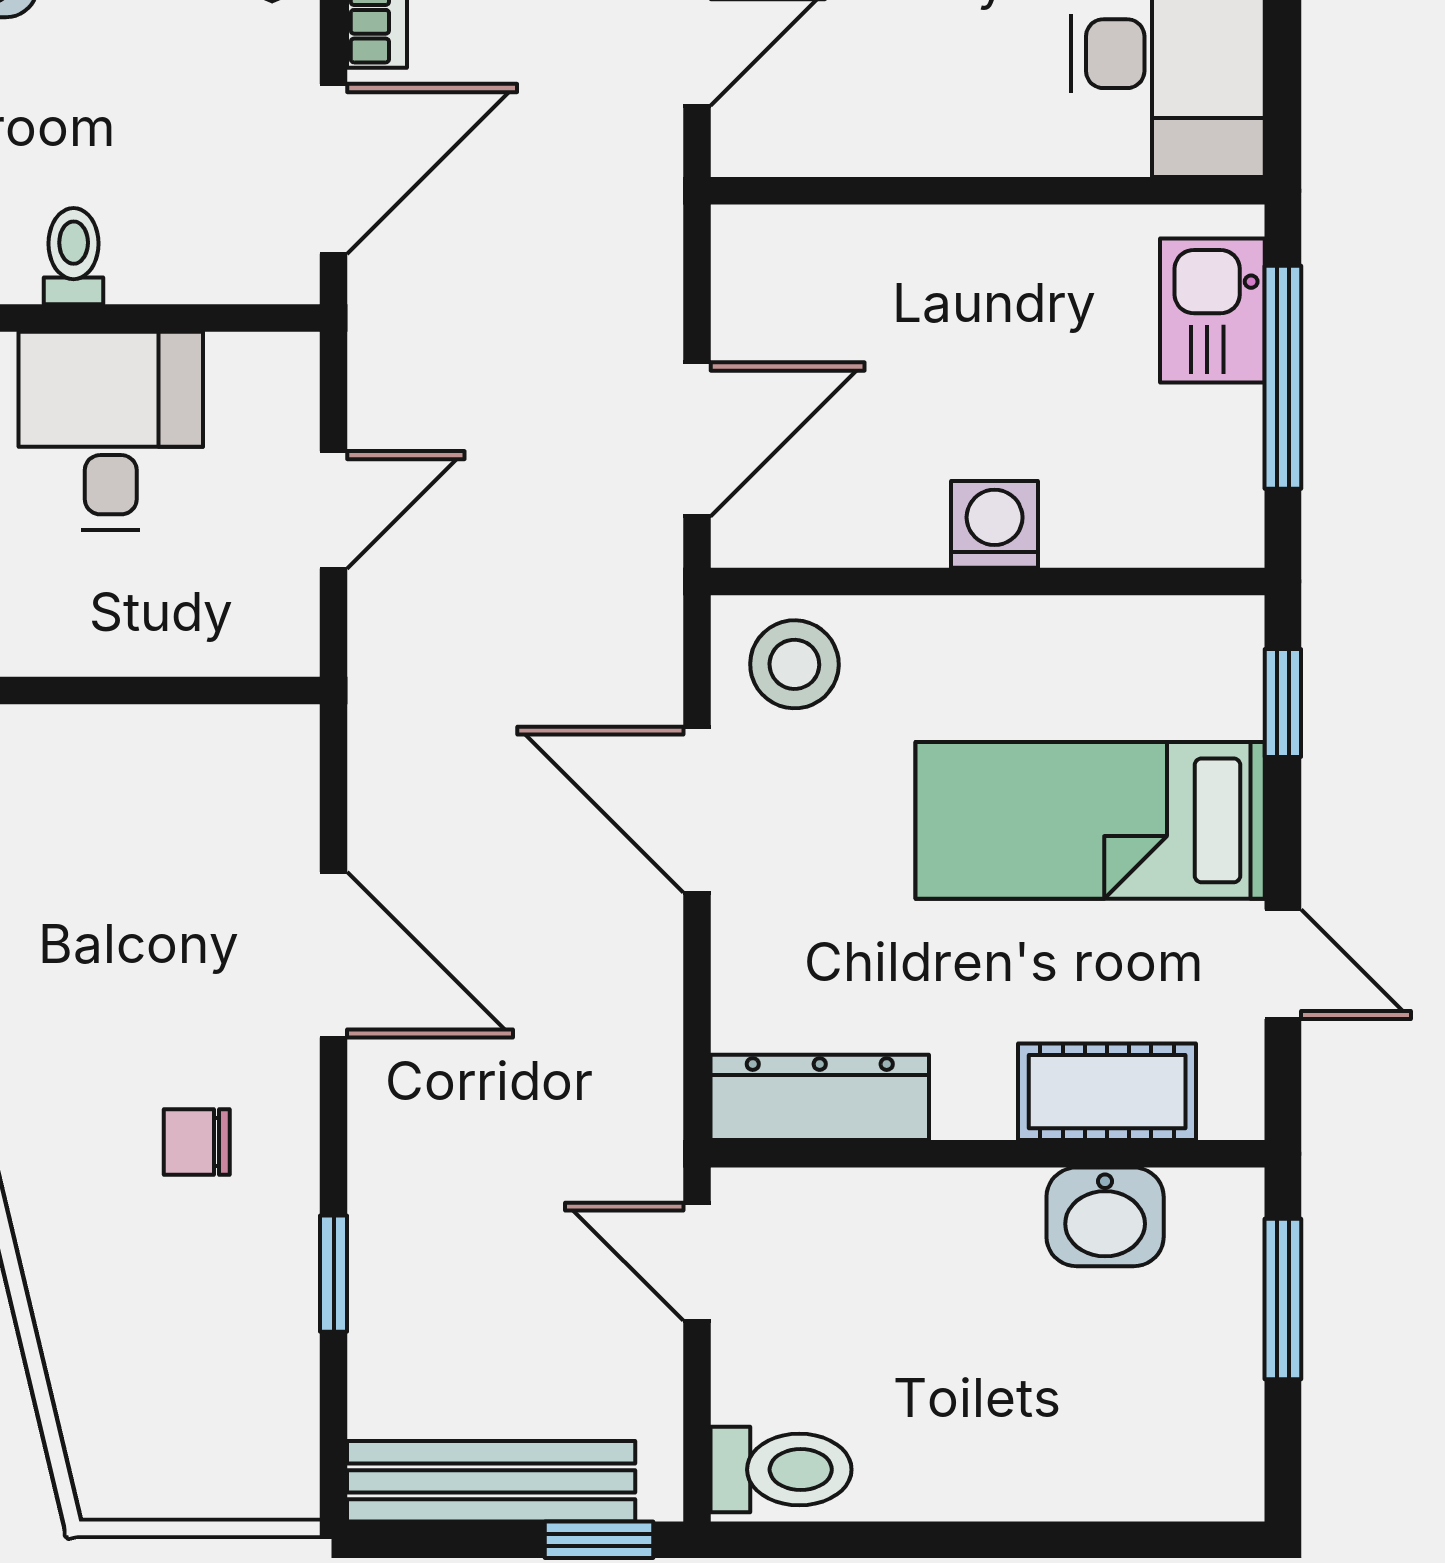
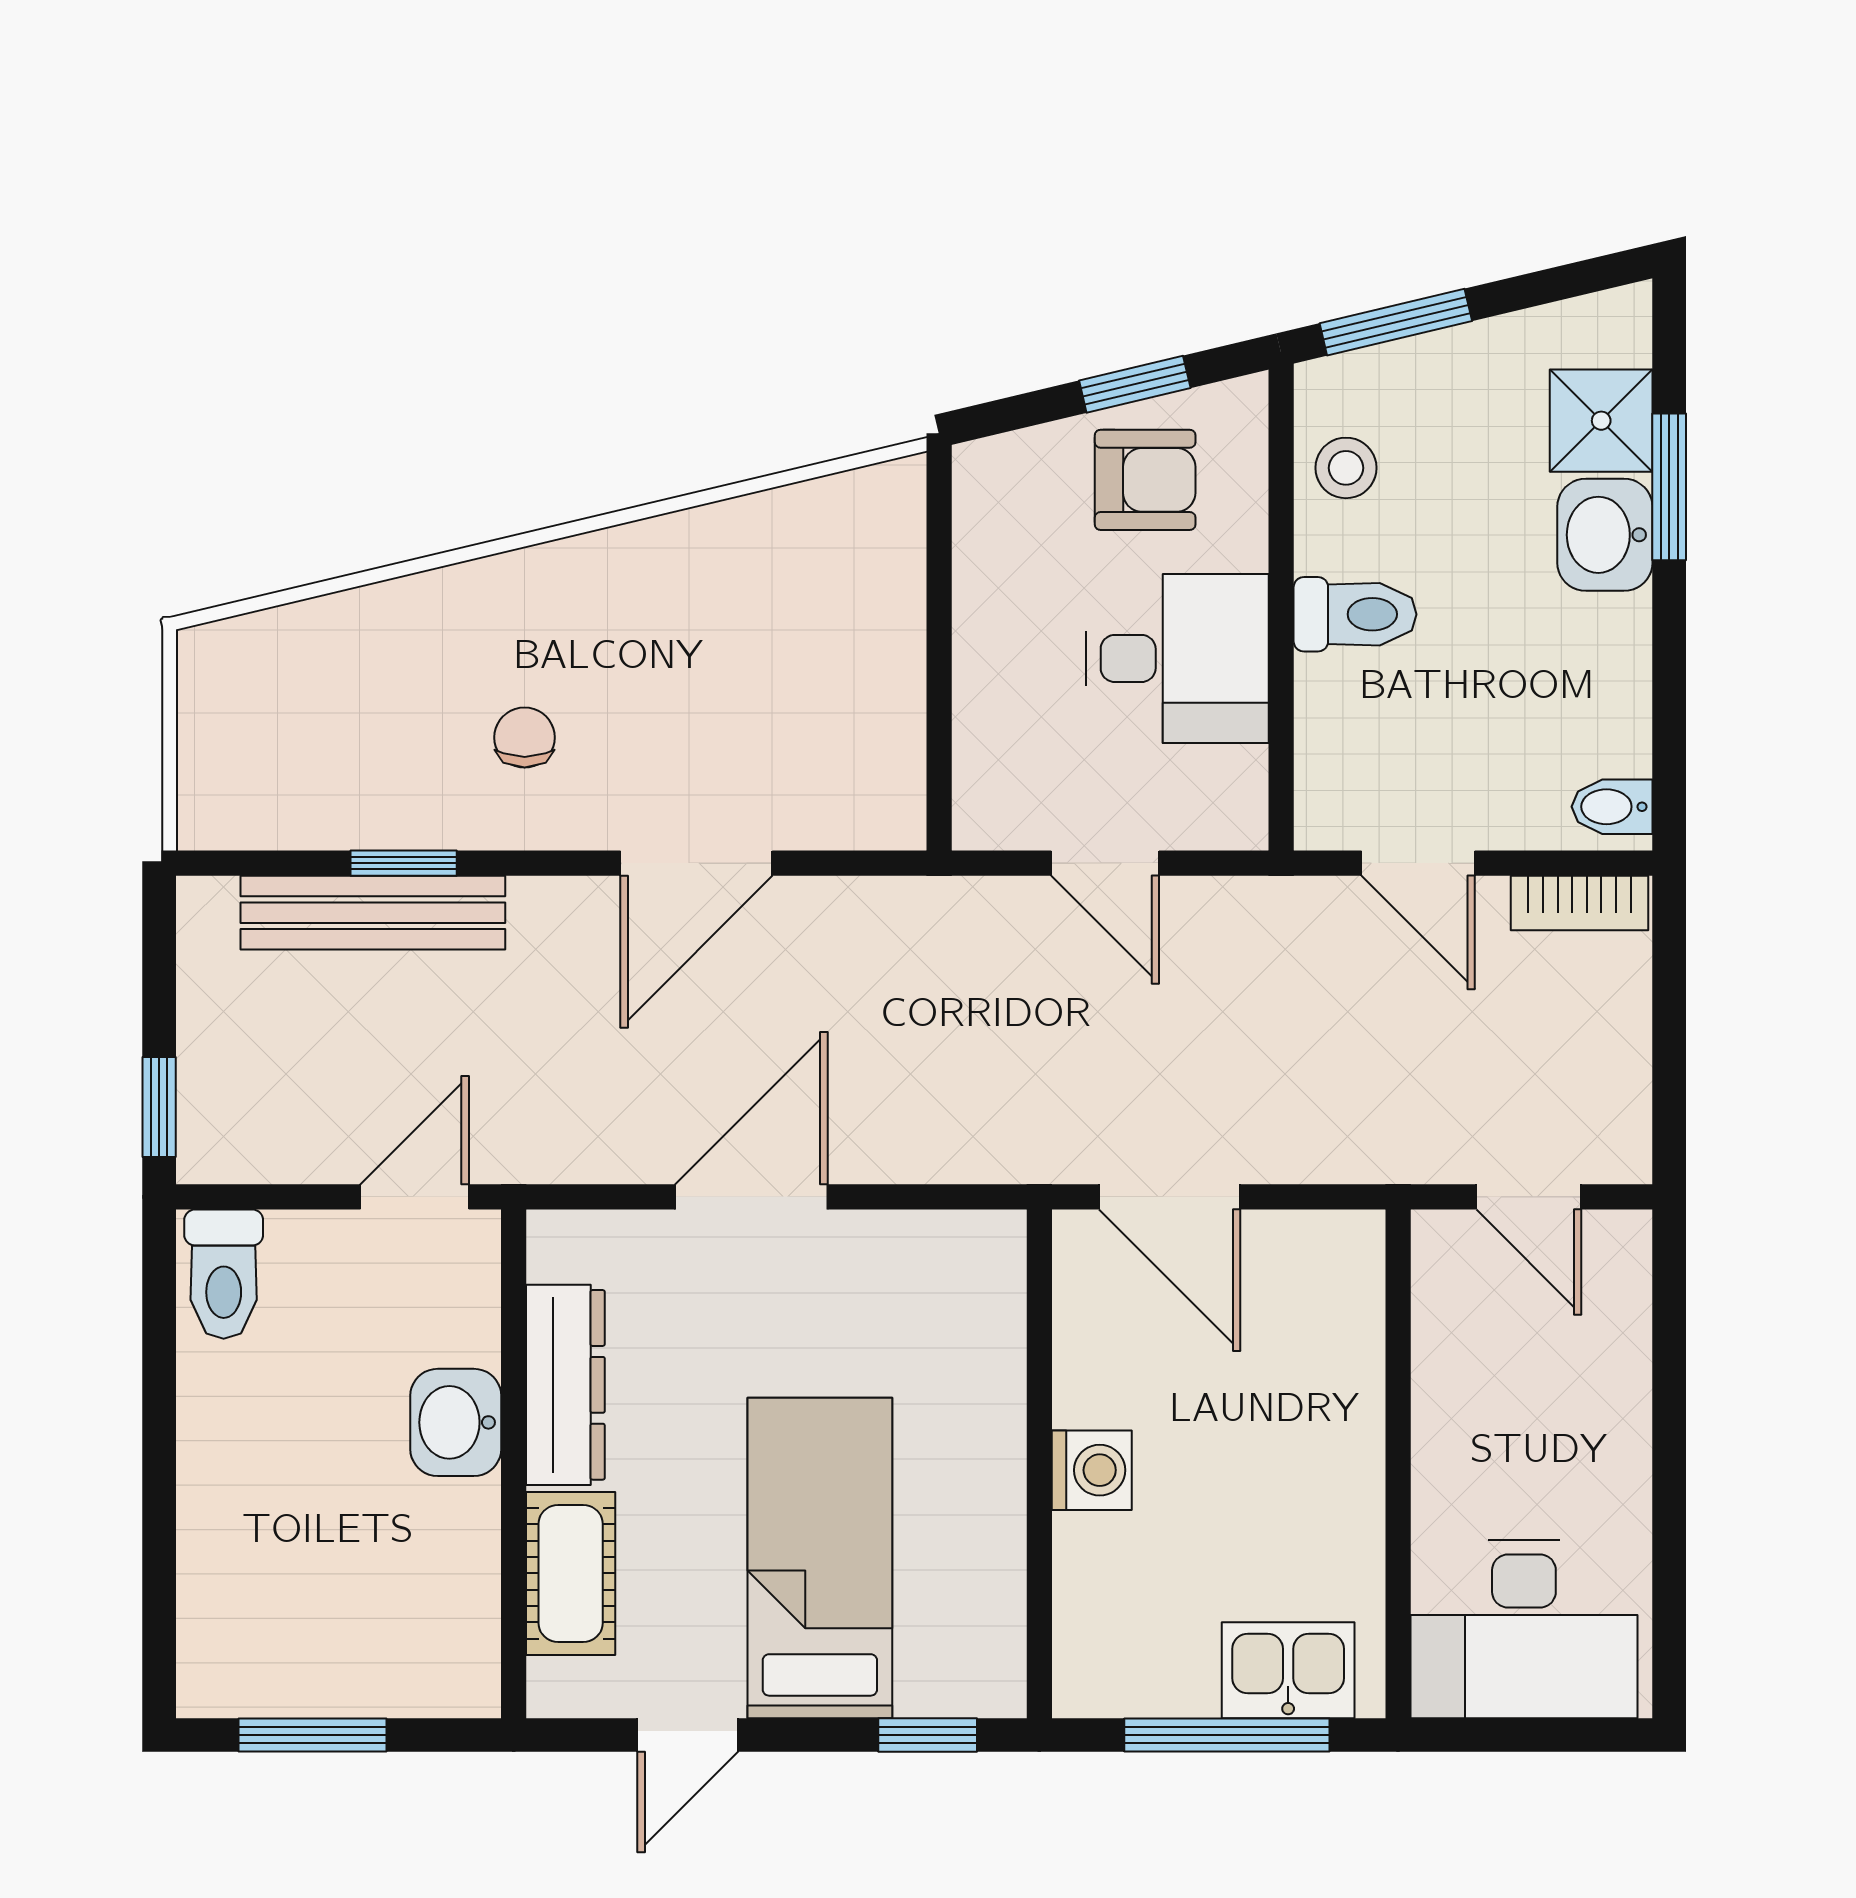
door: (334, 169) -> (1418, 863), width x0.73
toilet: (74, 256) -> (1355, 614), width x1.37, depth x1.39
stool: (794, 664) -> (963, 1286), removed
door: (697, 810) -> (751, 1197), moved
dresser: (820, 1097) -> (565, 1385), moved
washbasin: (1105, 1217) -> (456, 1422), moved
window: (1283, 1299) -> (312, 1735), moved
bench: (491, 1481) -> (373, 913), moved, turned 90

